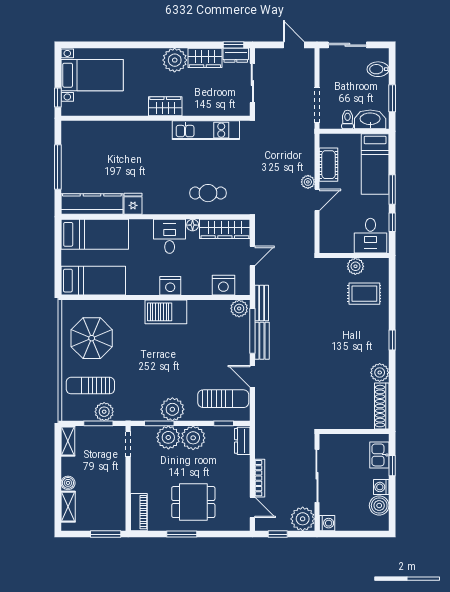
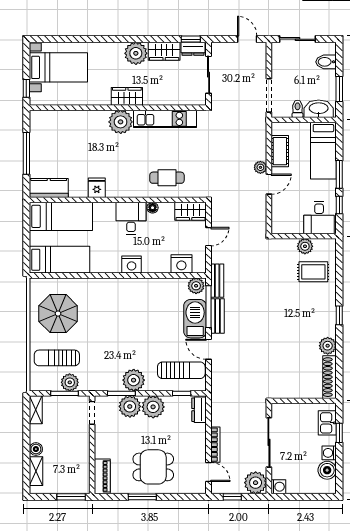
plant: (158, 133) -> (121, 122), added
kitchen counter: (92, 204) -> (49, 188), width x0.67
wardrobe: (225, 229) -> (191, 211), width x0.67
barbecue: (166, 312) -> (195, 319), moved, turned 90

